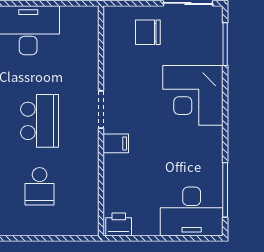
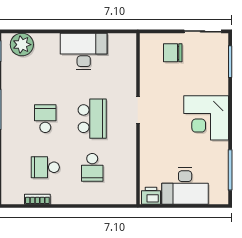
corner desk: (193, 95) -> (206, 118), moved
filing cabinet: (116, 143) -> (149, 135), removed
desk: (192, 212) -> (185, 186), moved

